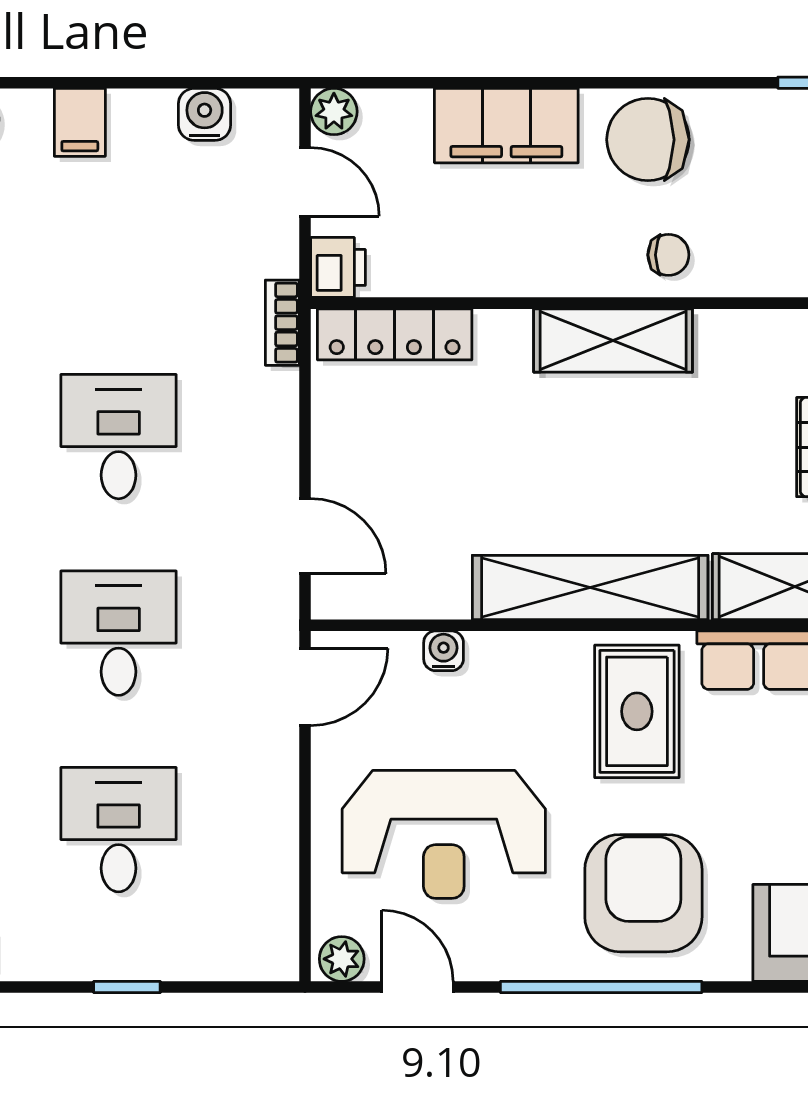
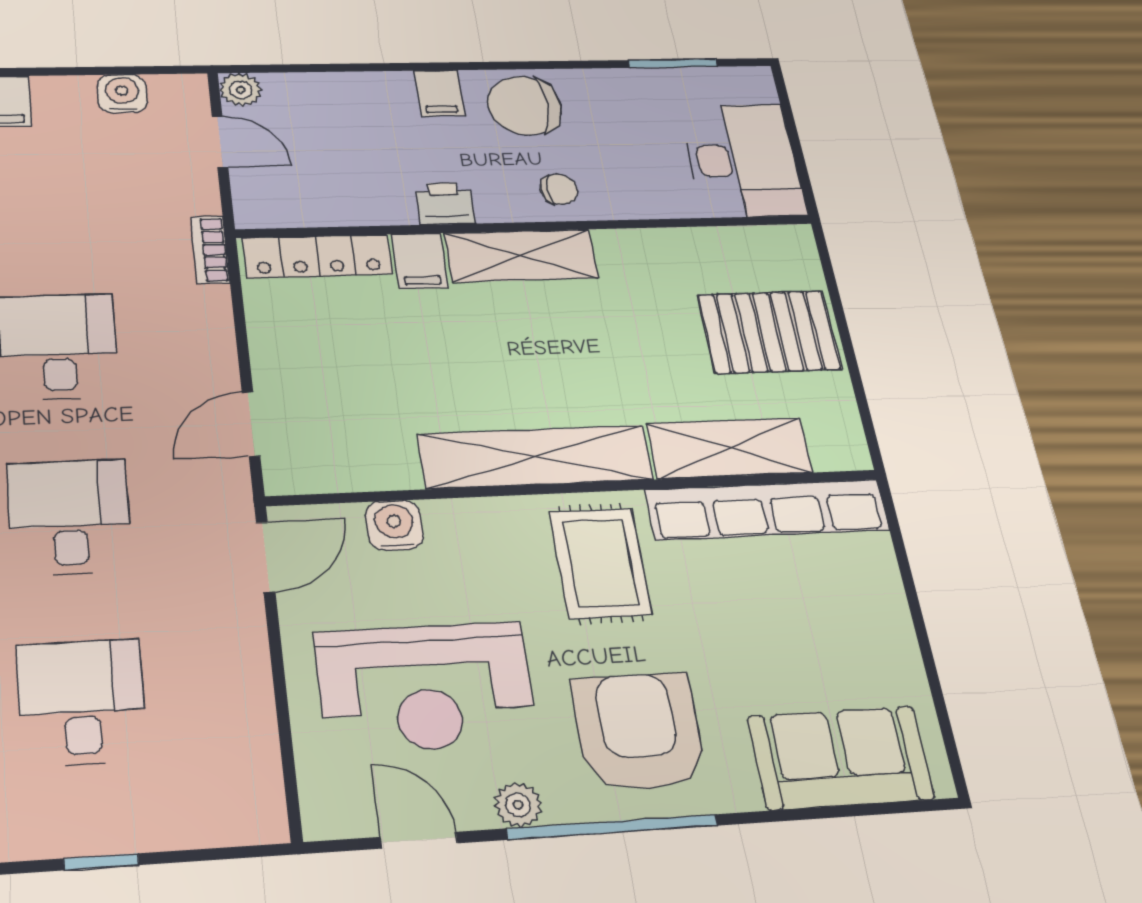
filing cabinet: (506, 126) -> (439, 93), width x0.33, depth x0.86
printer: (338, 267) -> (445, 203), moved, turned -90
filing cabinet: (503, 344) -> (420, 261), added
door: (305, 536) -> (251, 424), swing flipped
water cooler: (444, 651) -> (394, 525), width x1.38, depth x1.38
plant: (342, 959) -> (518, 805), moved

